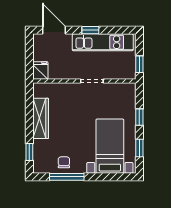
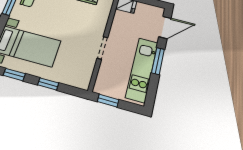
window: (90, 30) -> (158, 61), width x1.50

